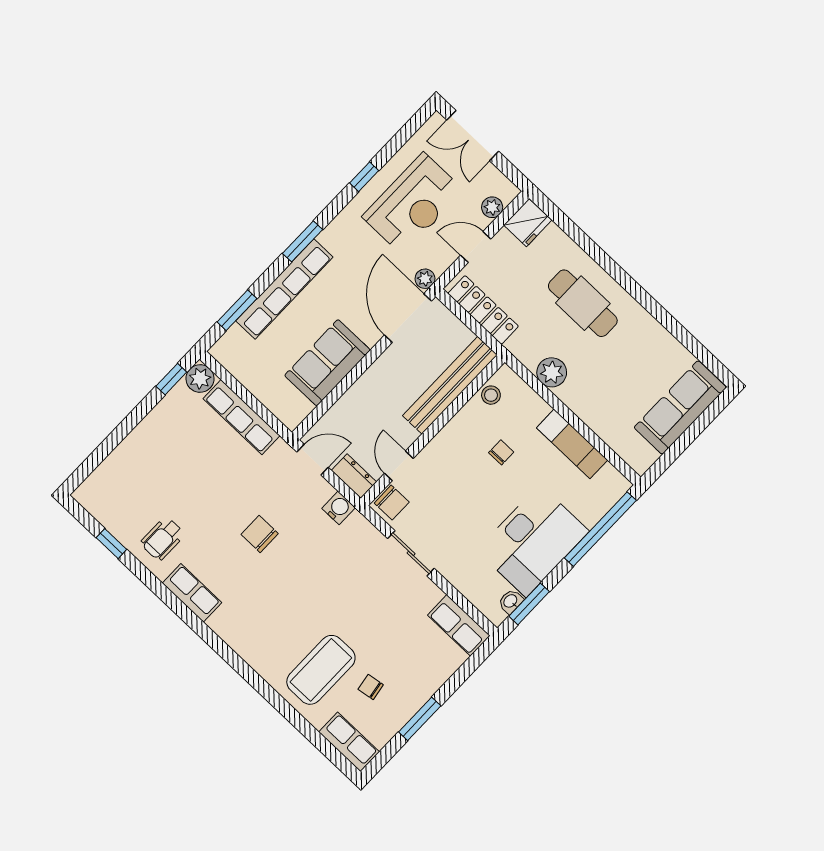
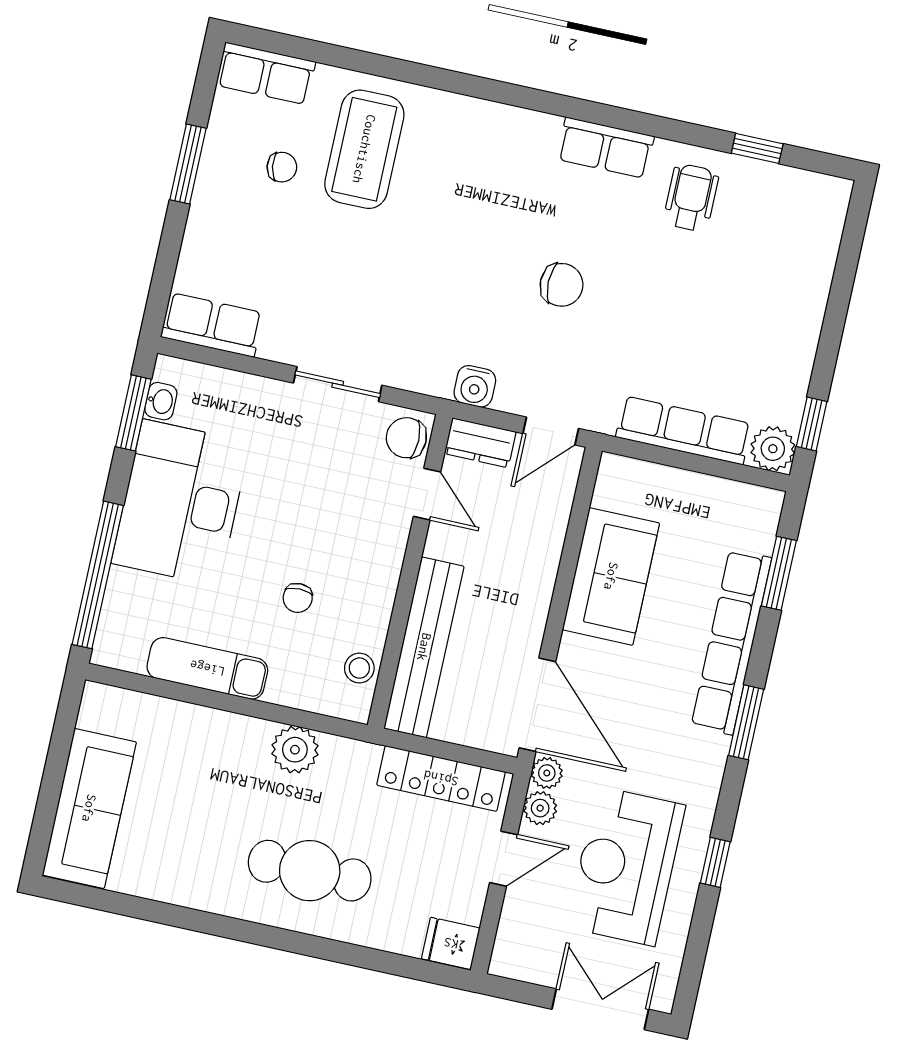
plant: (492, 207) -> (540, 808), moved
fridge: (528, 223) -> (451, 943), width x0.72

